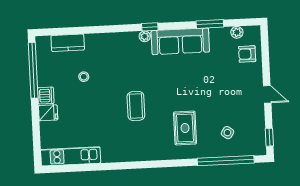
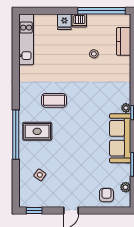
coffee table: (136, 106) -> (54, 100), moved
rug: (185, 128) -> (37, 131), moved
window: (226, 161) -> (16, 135), moved

